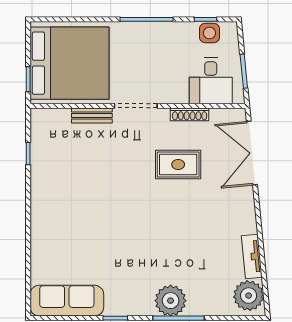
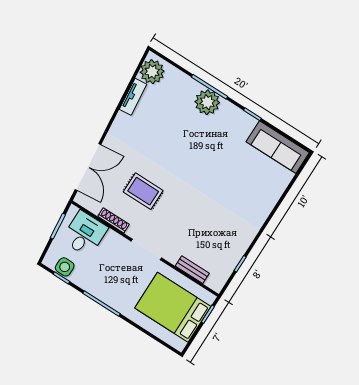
bed: (69, 63) -> (173, 307), width x0.73
bench: (92, 116) -> (192, 270), moved

